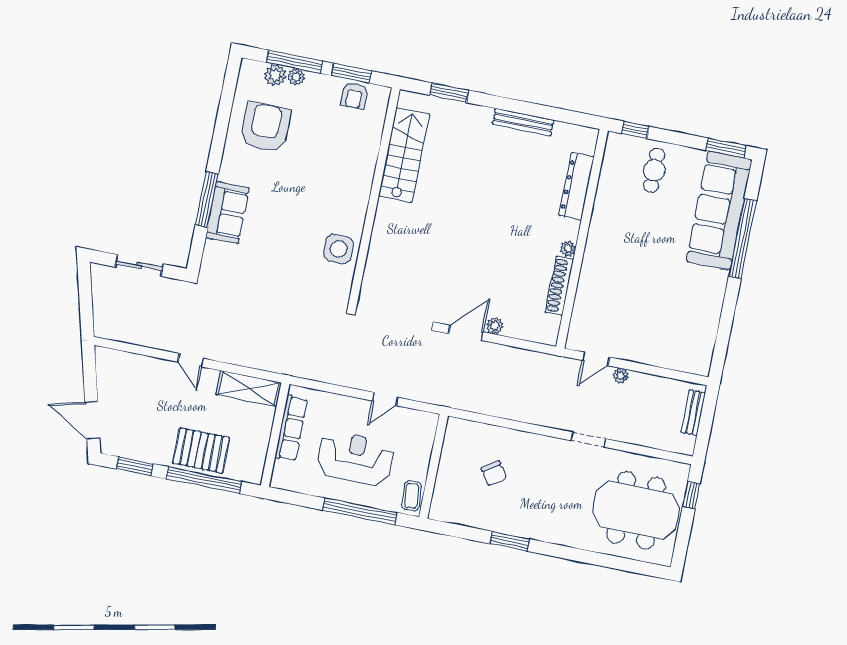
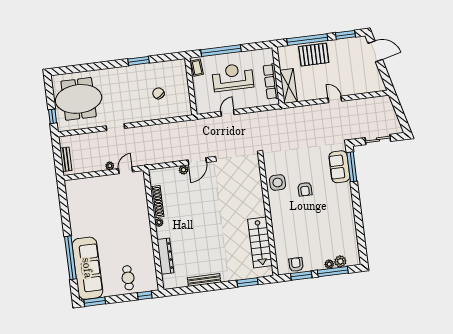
armchair: (265, 127) -> (305, 189), moved, width x0.53, depth x0.53
window: (207, 200) -> (352, 167), moved
sofa: (227, 213) -> (339, 167), moved
shelving: (249, 389) -> (289, 86), moved, turned 90
reception desk: (355, 458) -> (233, 77), turned 180

